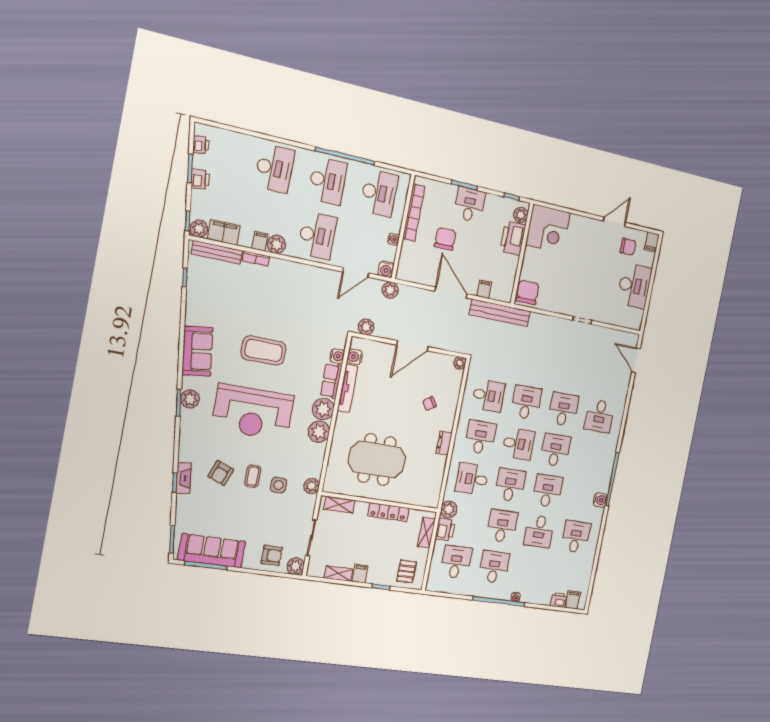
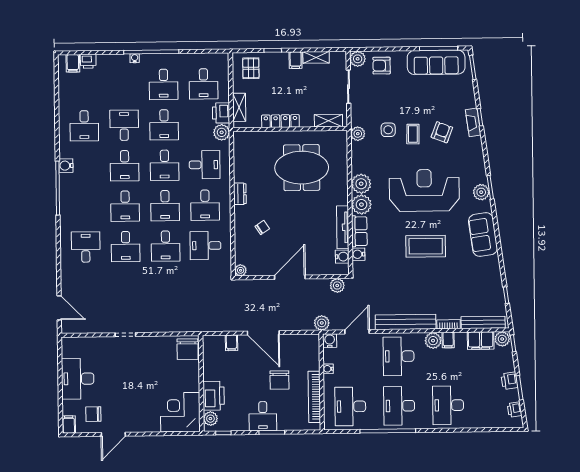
bench: (500, 313) -> (406, 322), moved
desk: (518, 444) -> (165, 206), turned -90

